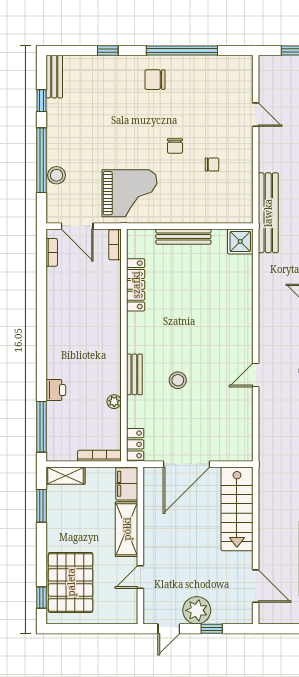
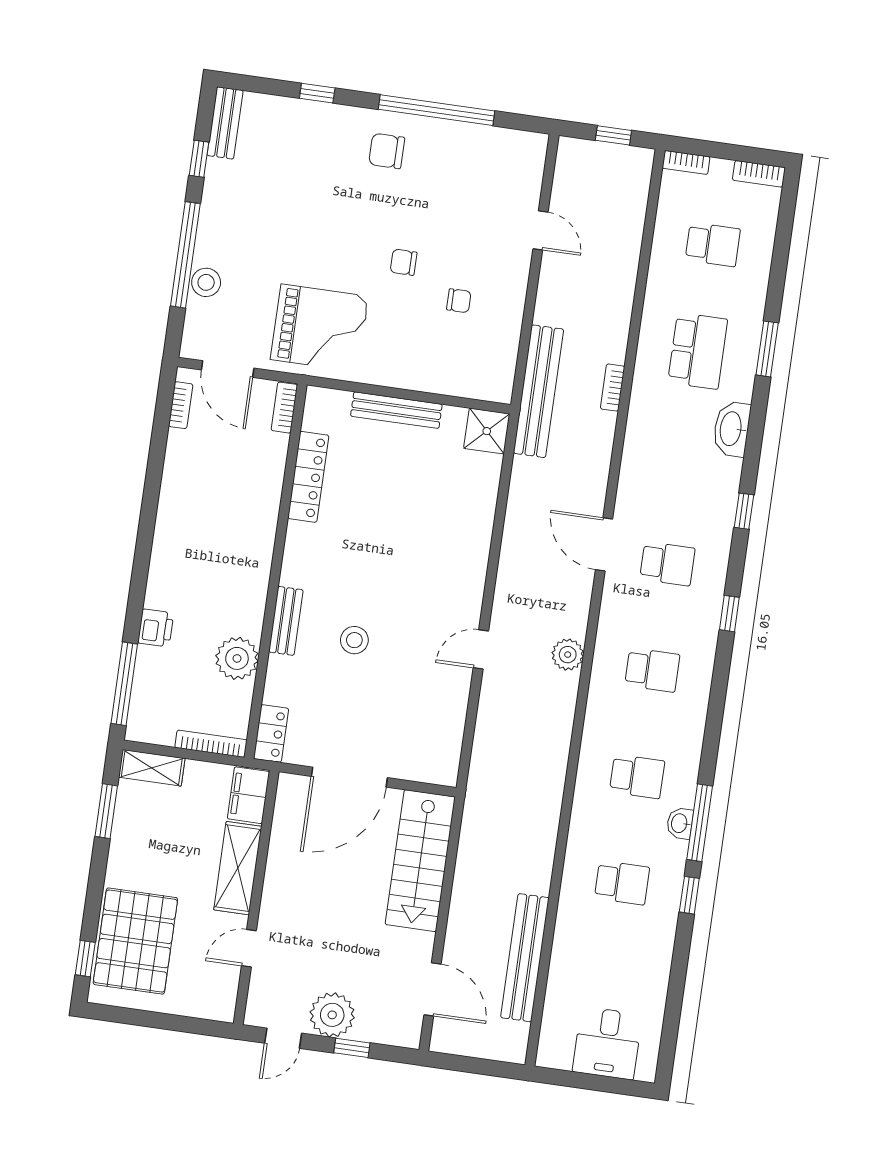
chair: (175, 146) -> (403, 262), turned 90
plant: (114, 402) -> (237, 658), width x1.88, depth x1.88

